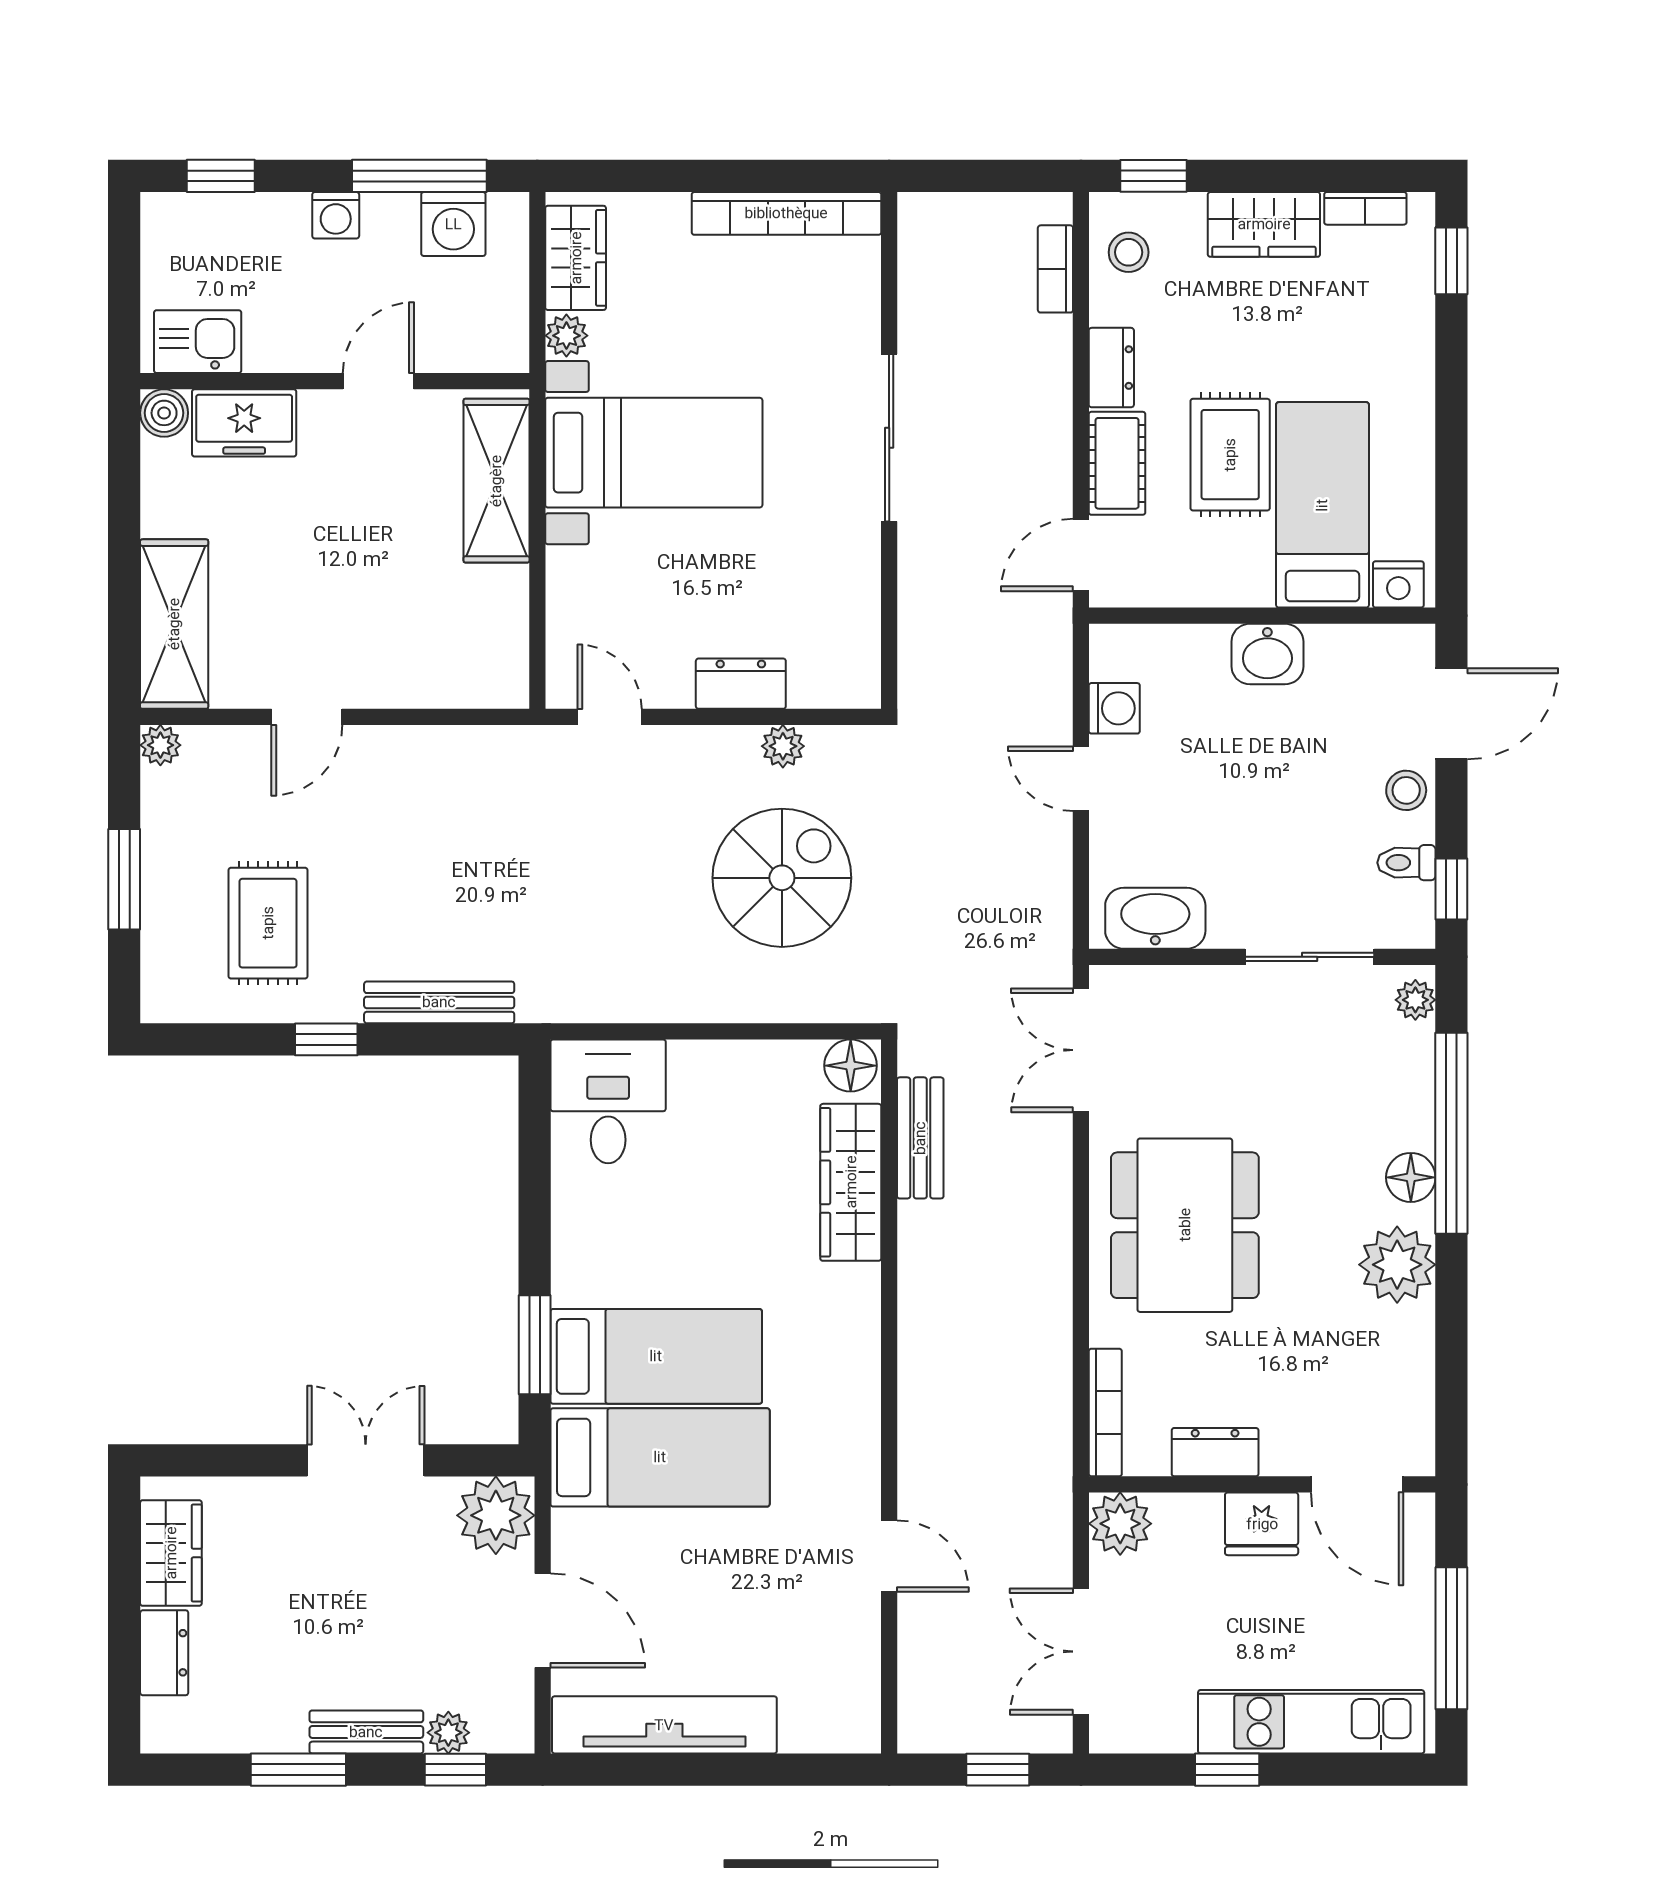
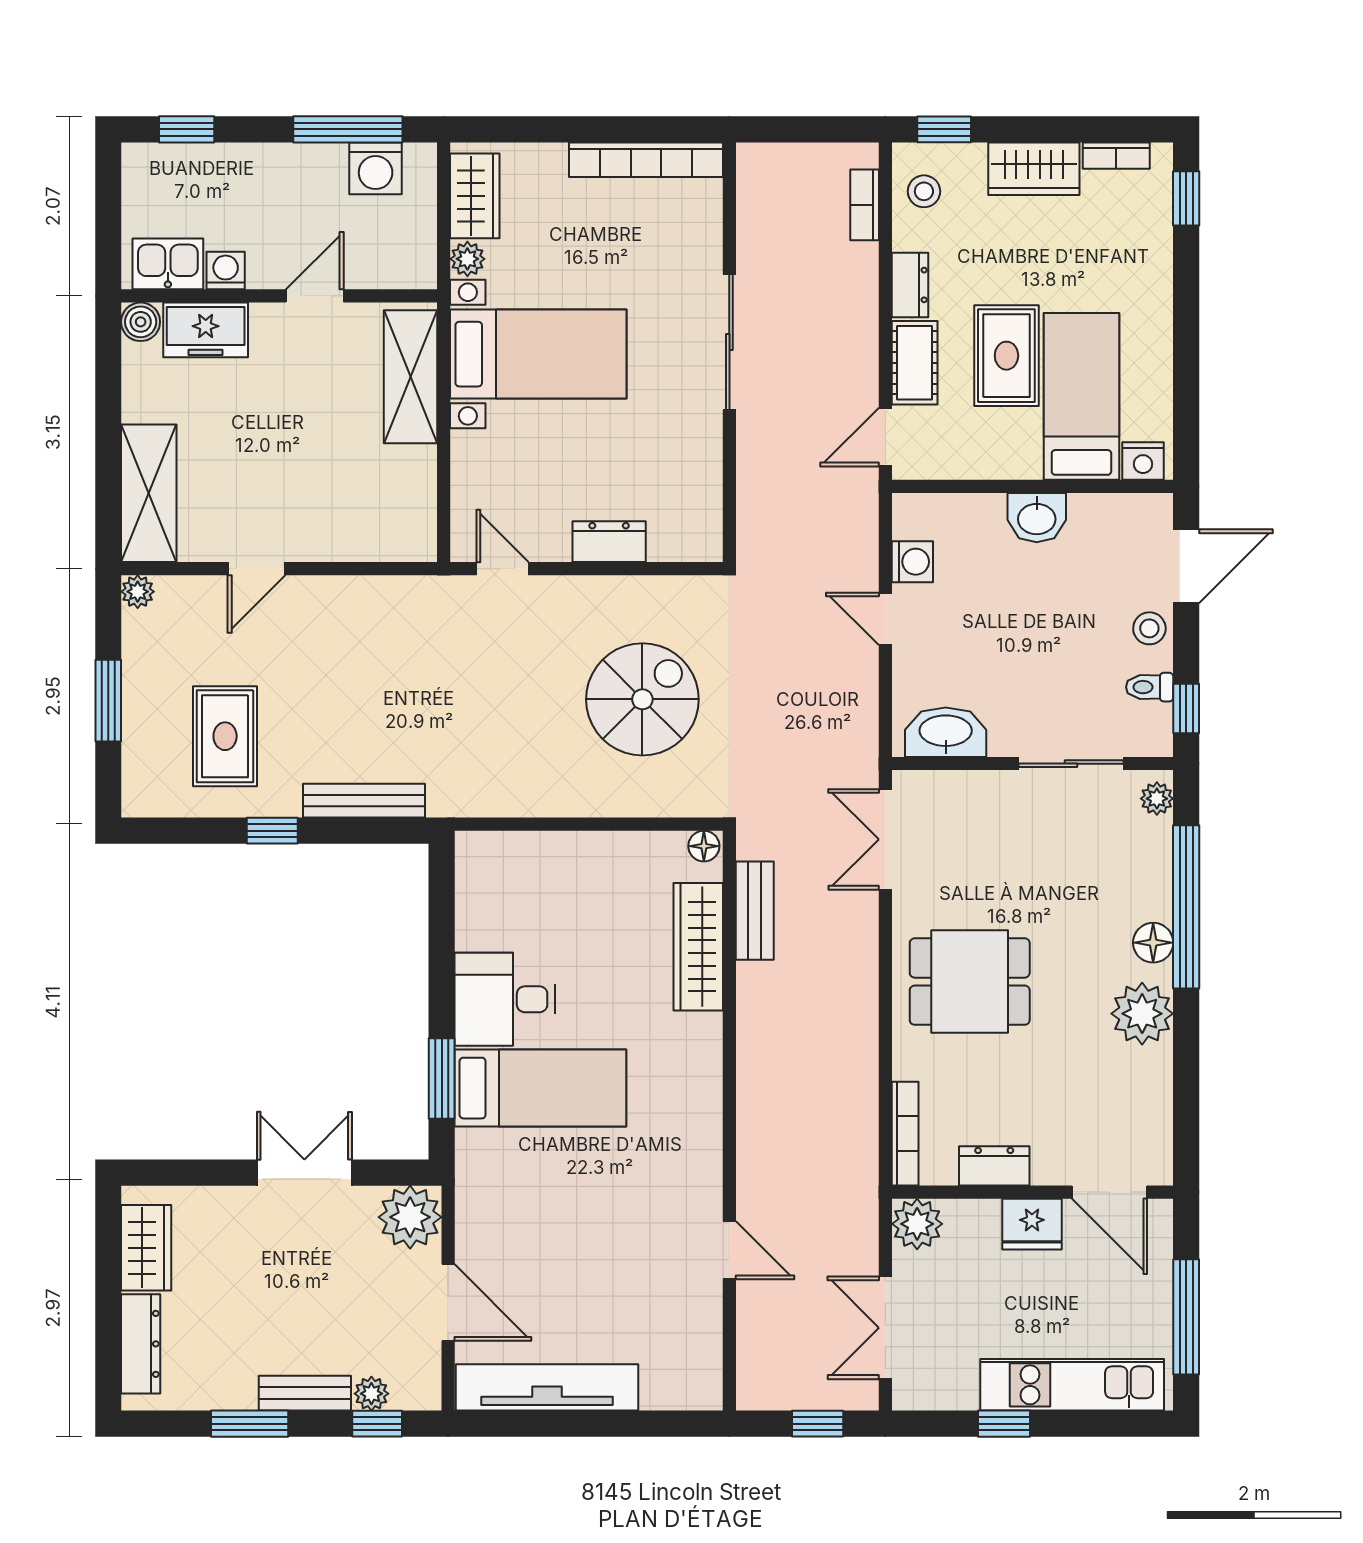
washing machine: (336, 215) -> (226, 271), moved, turned 180
plant: (783, 746) -> (643, 592), removed
floor lamp: (851, 1066) -> (704, 846), width x0.73, depth x0.73
desk: (608, 1101) -> (505, 999), moved, turned -90
dining table: (1185, 1225) -> (970, 982), width x0.73
bed: (660, 1457) -> (543, 1170), removed
dresser: (164, 1653) -> (141, 1344), width x1.44

